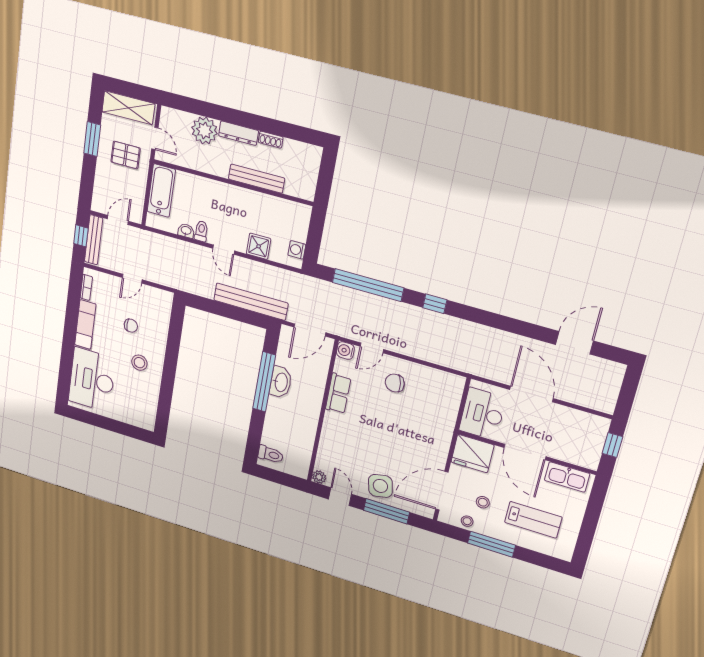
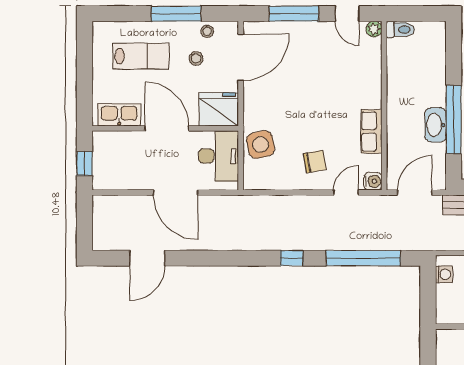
toilet: (271, 454) -> (400, 30), moved, turned 180
side table: (380, 486) -> (261, 145), moved
lab bench: (533, 520) -> (141, 56), turned 180

